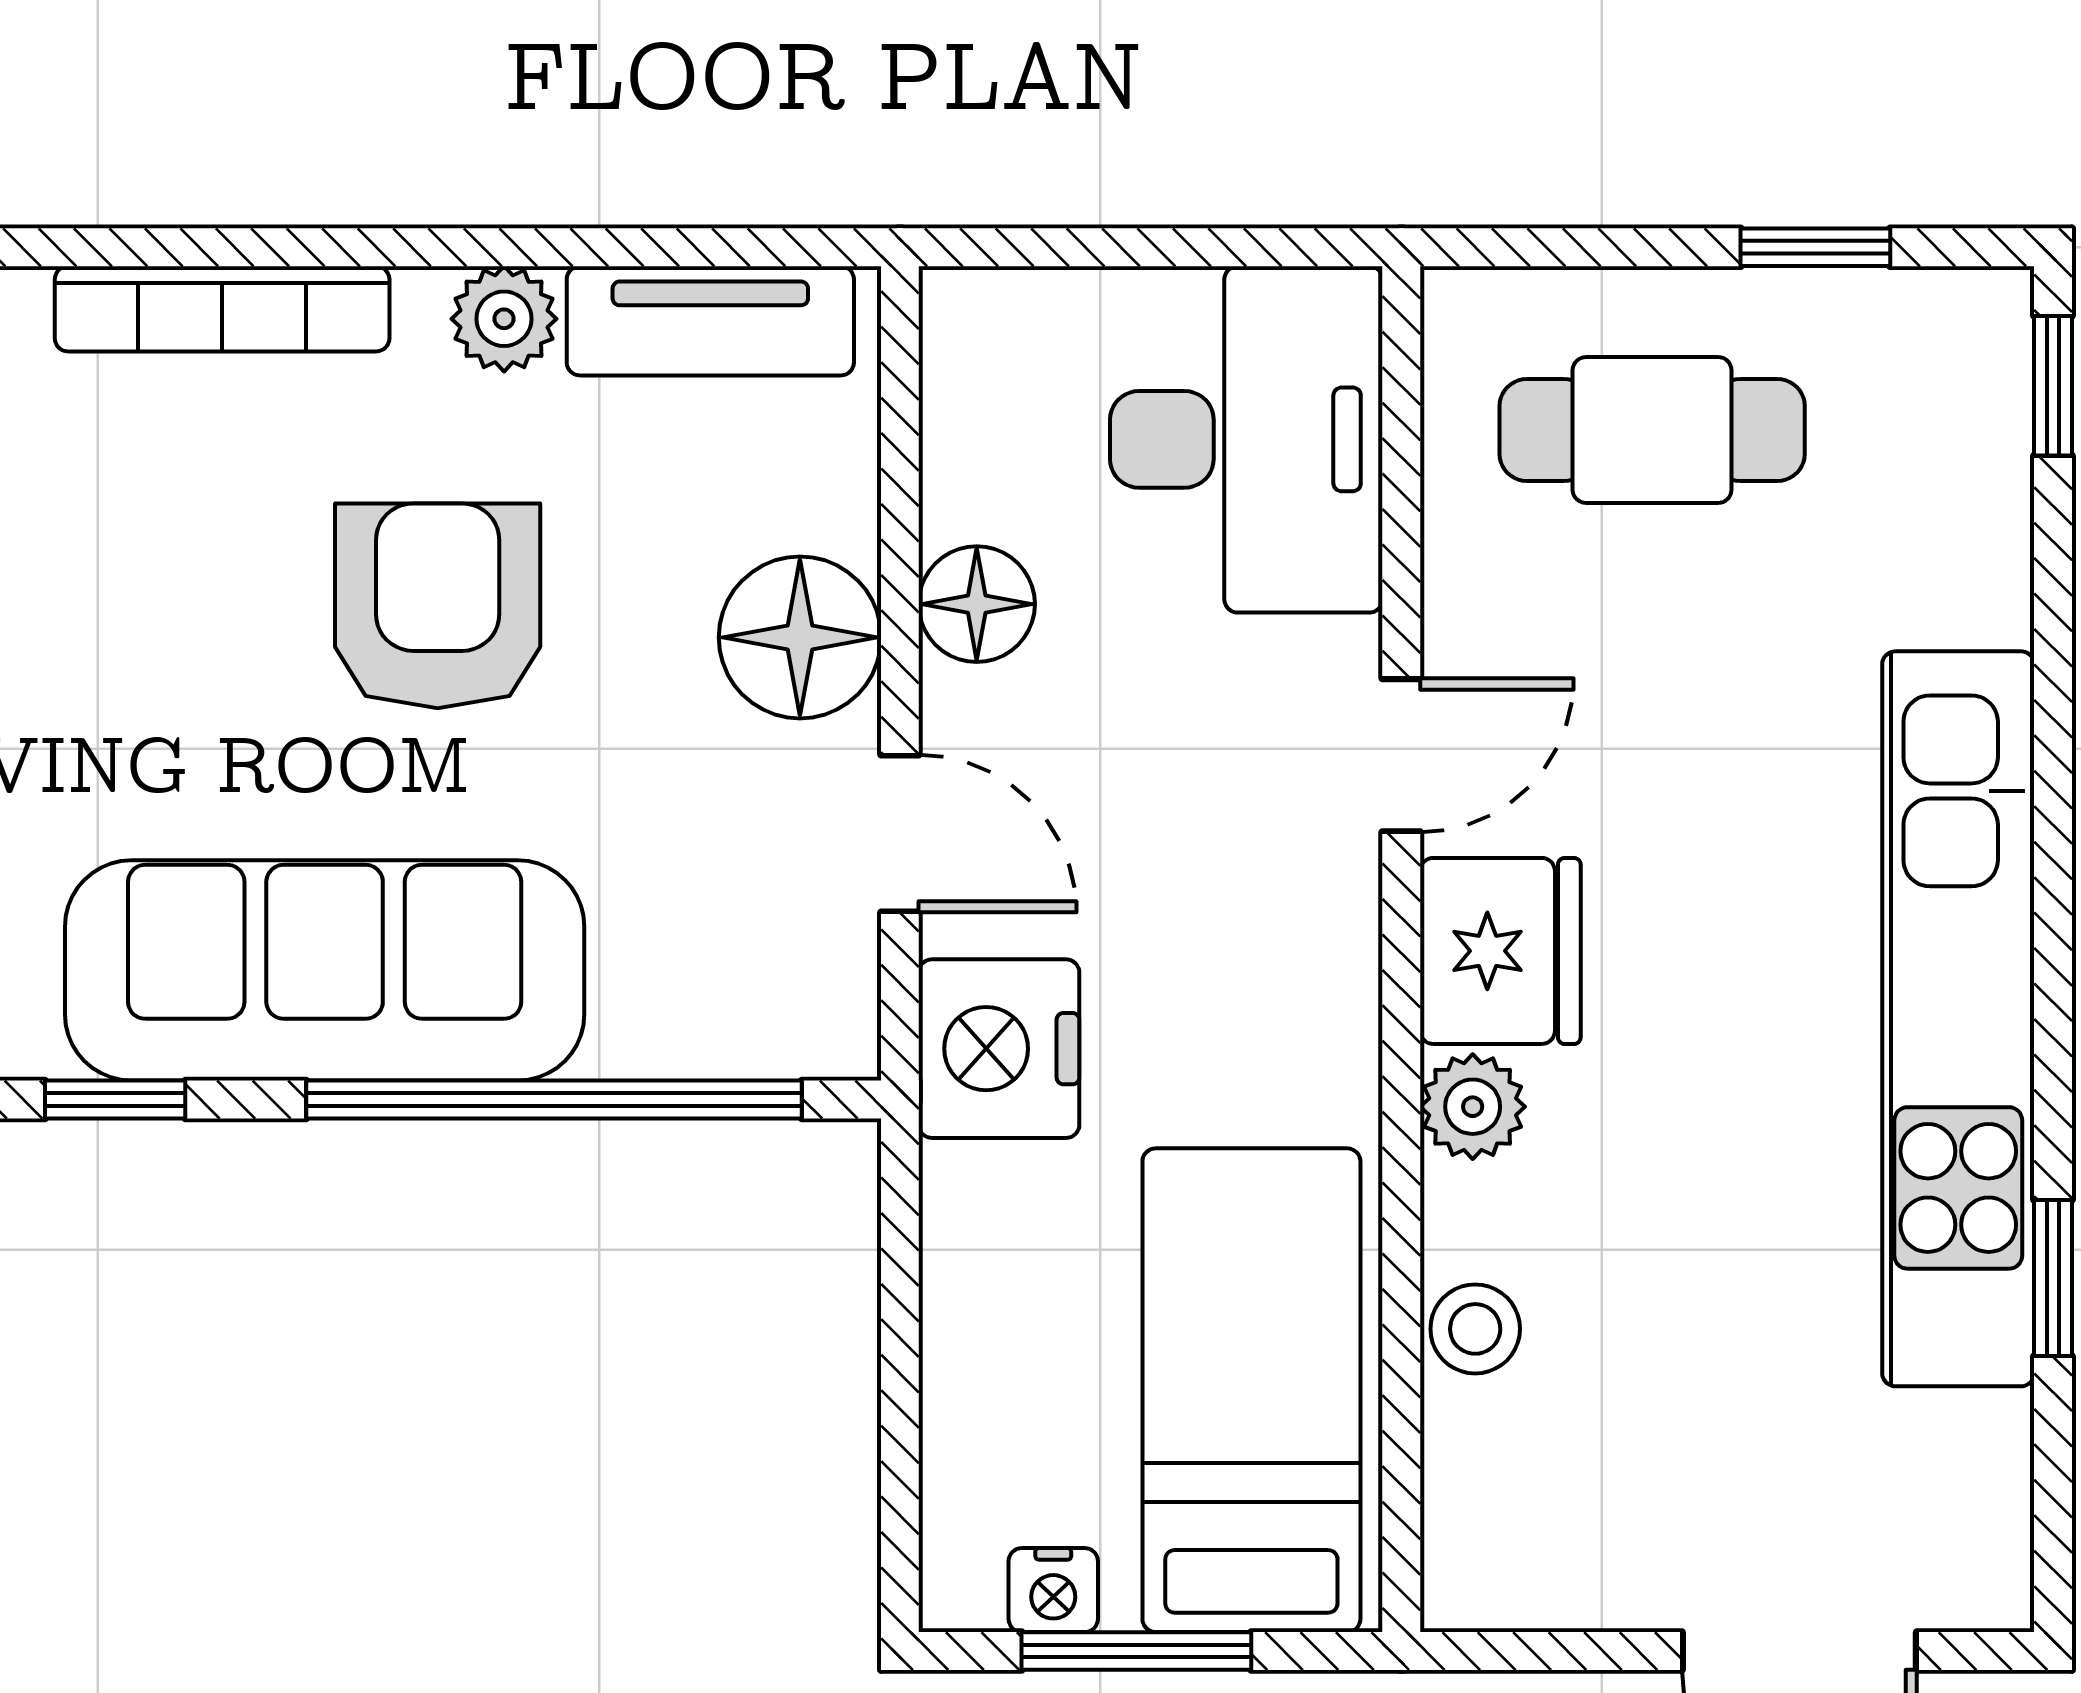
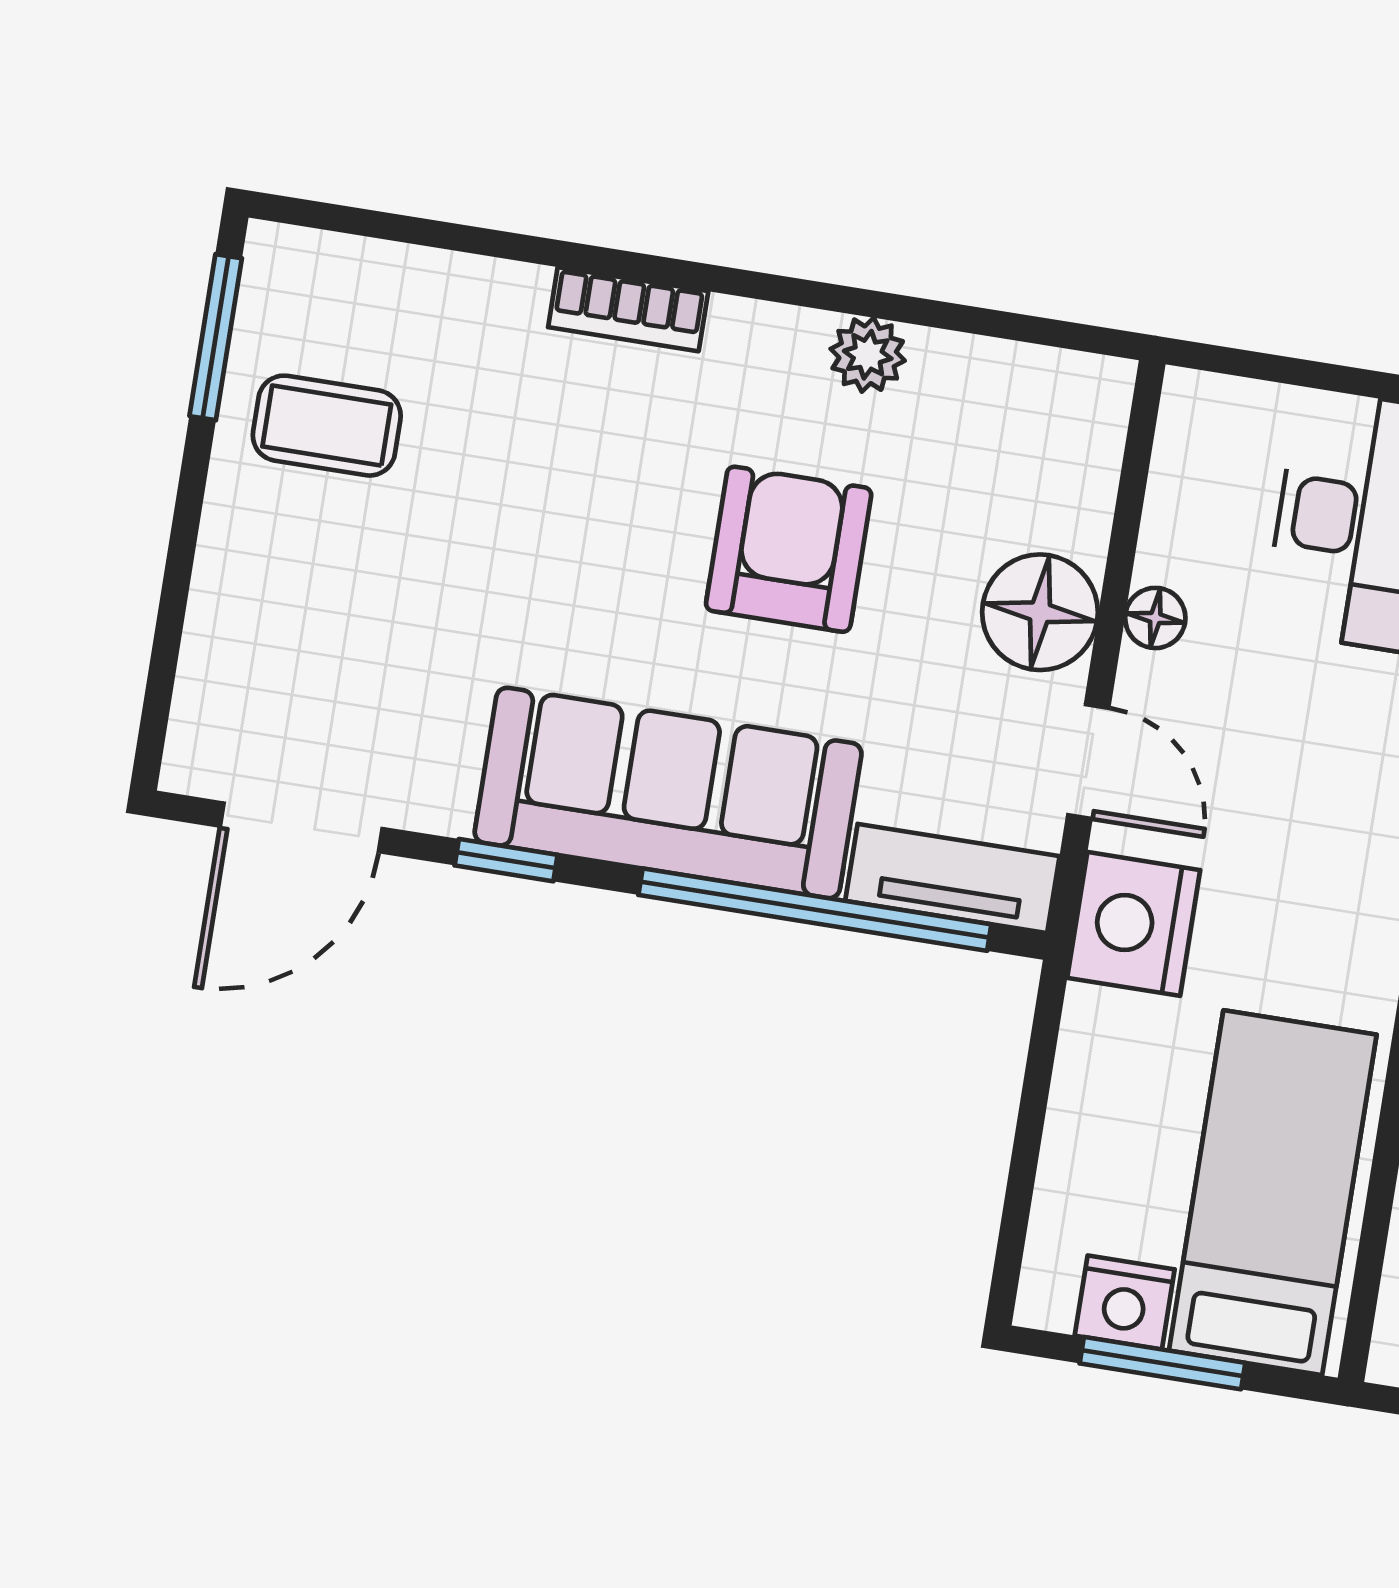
bookcase: (222, 309) -> (628, 309), width x0.64
tv unit: (710, 321) -> (952, 879), moved, turned 180
floor lamp: (977, 604) -> (1155, 618), width x0.73, depth x0.73
nightstand: (1053, 1590) -> (1125, 1302), width x1.39, depth x1.35

